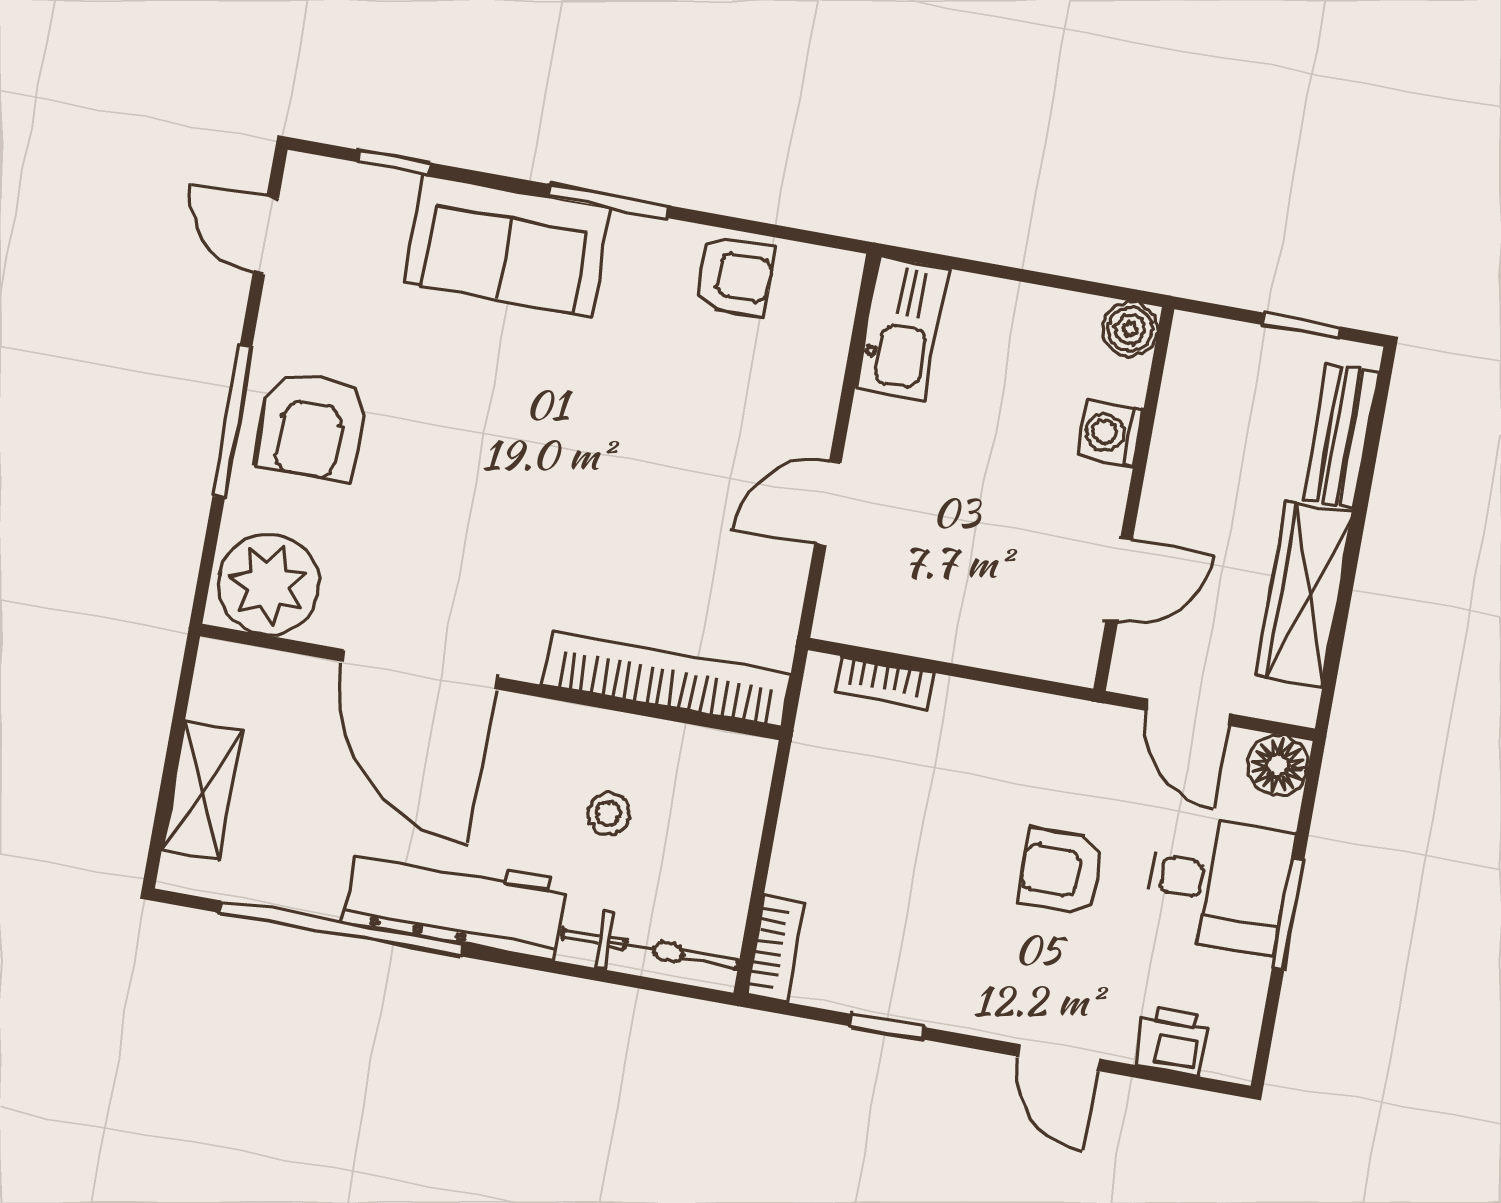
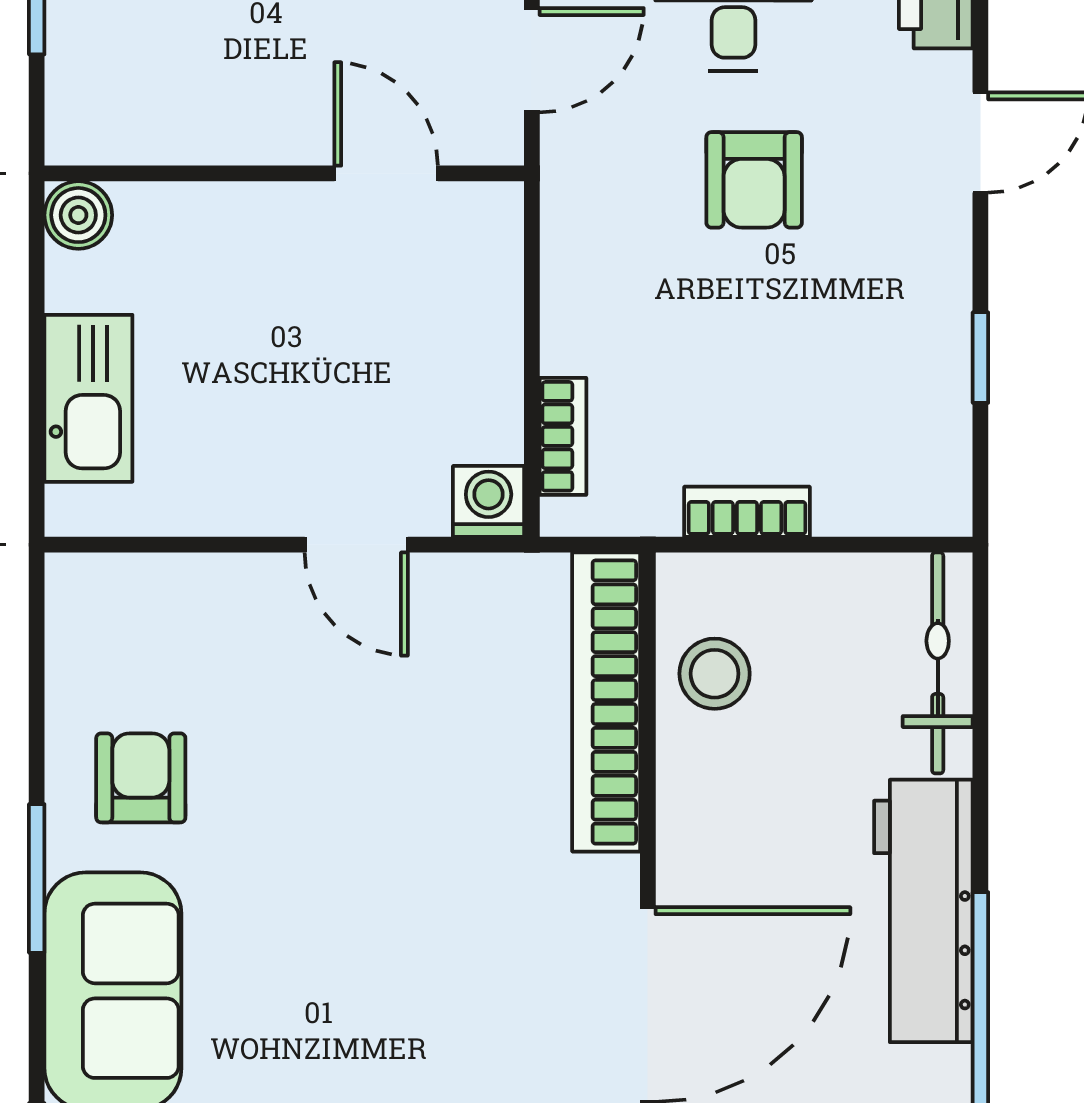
armchair: (734, 276) -> (141, 778), moved
kitchen sink: (902, 329) -> (88, 398), moved, turned 90
washing machine: (1110, 433) -> (489, 501), moved, turned 180
stool: (609, 814) -> (715, 674), moved, width x1.37, depth x1.37
bookcase: (775, 948) -> (747, 512), moved

